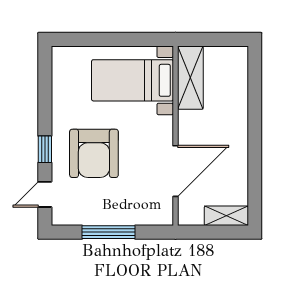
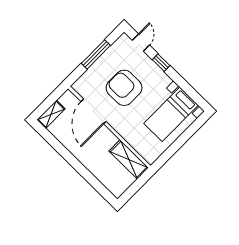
bed with nightstands: (133, 80) -> (171, 114), moved, turned 180
armchair: (94, 153) -> (124, 88), moved

